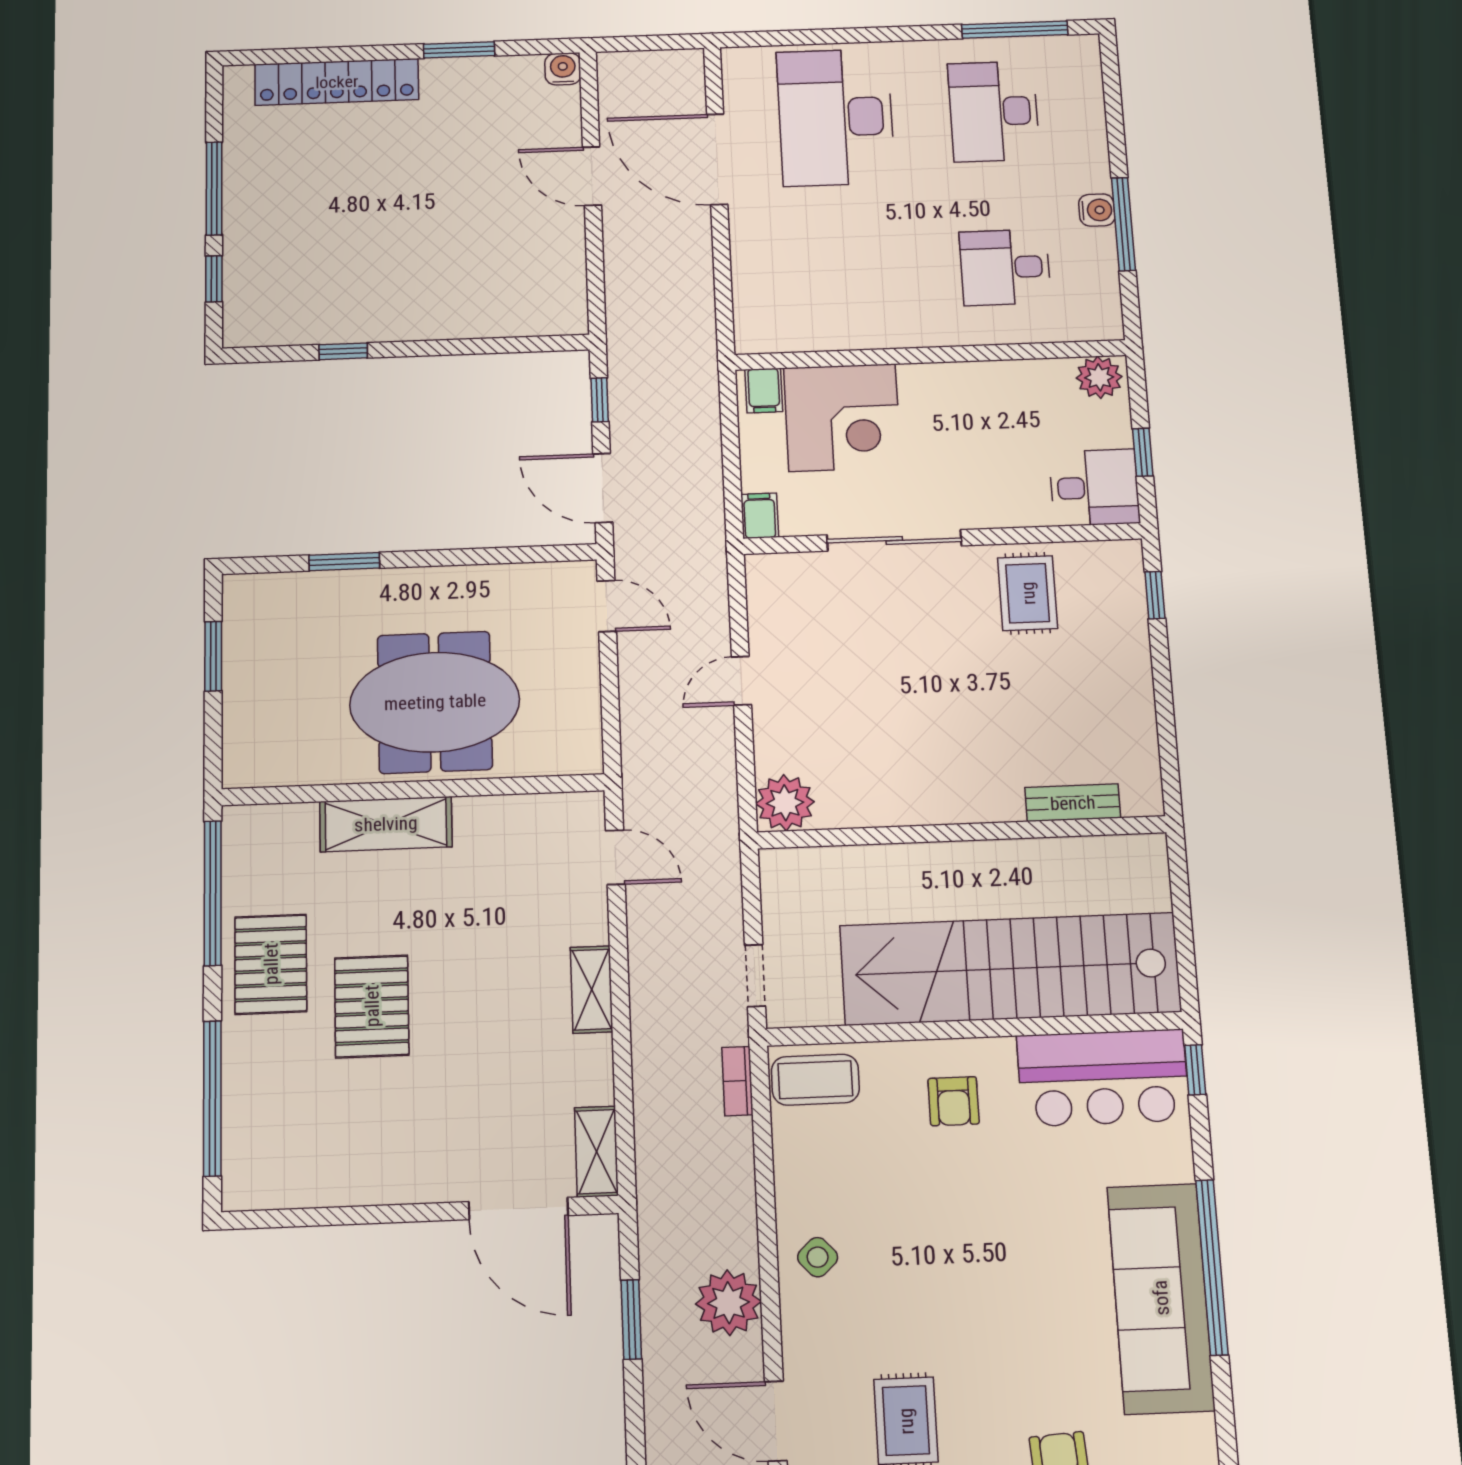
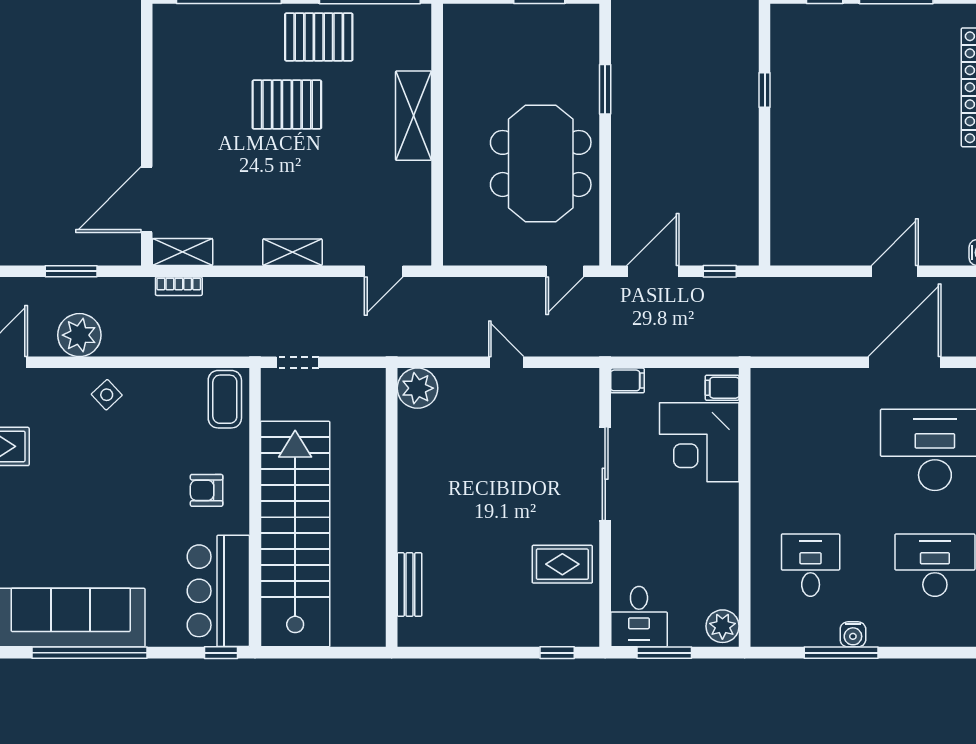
window: (1143, 452) -> (664, 653), width x1.50
meeting table: (435, 702) -> (541, 163), moved
bookcase: (737, 1081) -> (179, 286), moved, turned 180

